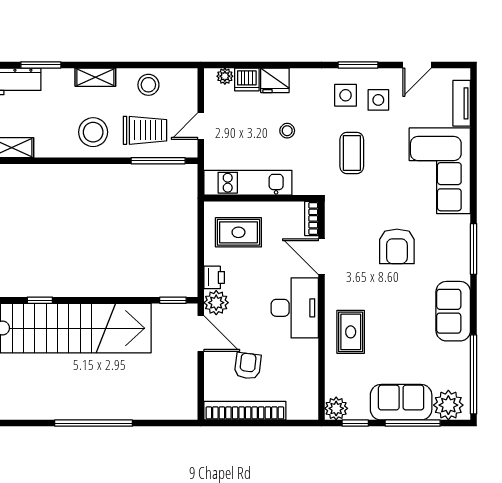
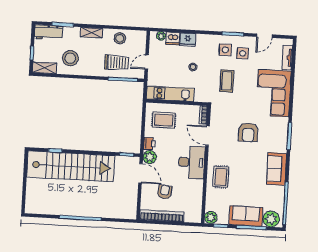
stool: (93, 132) -> (70, 58), moved

